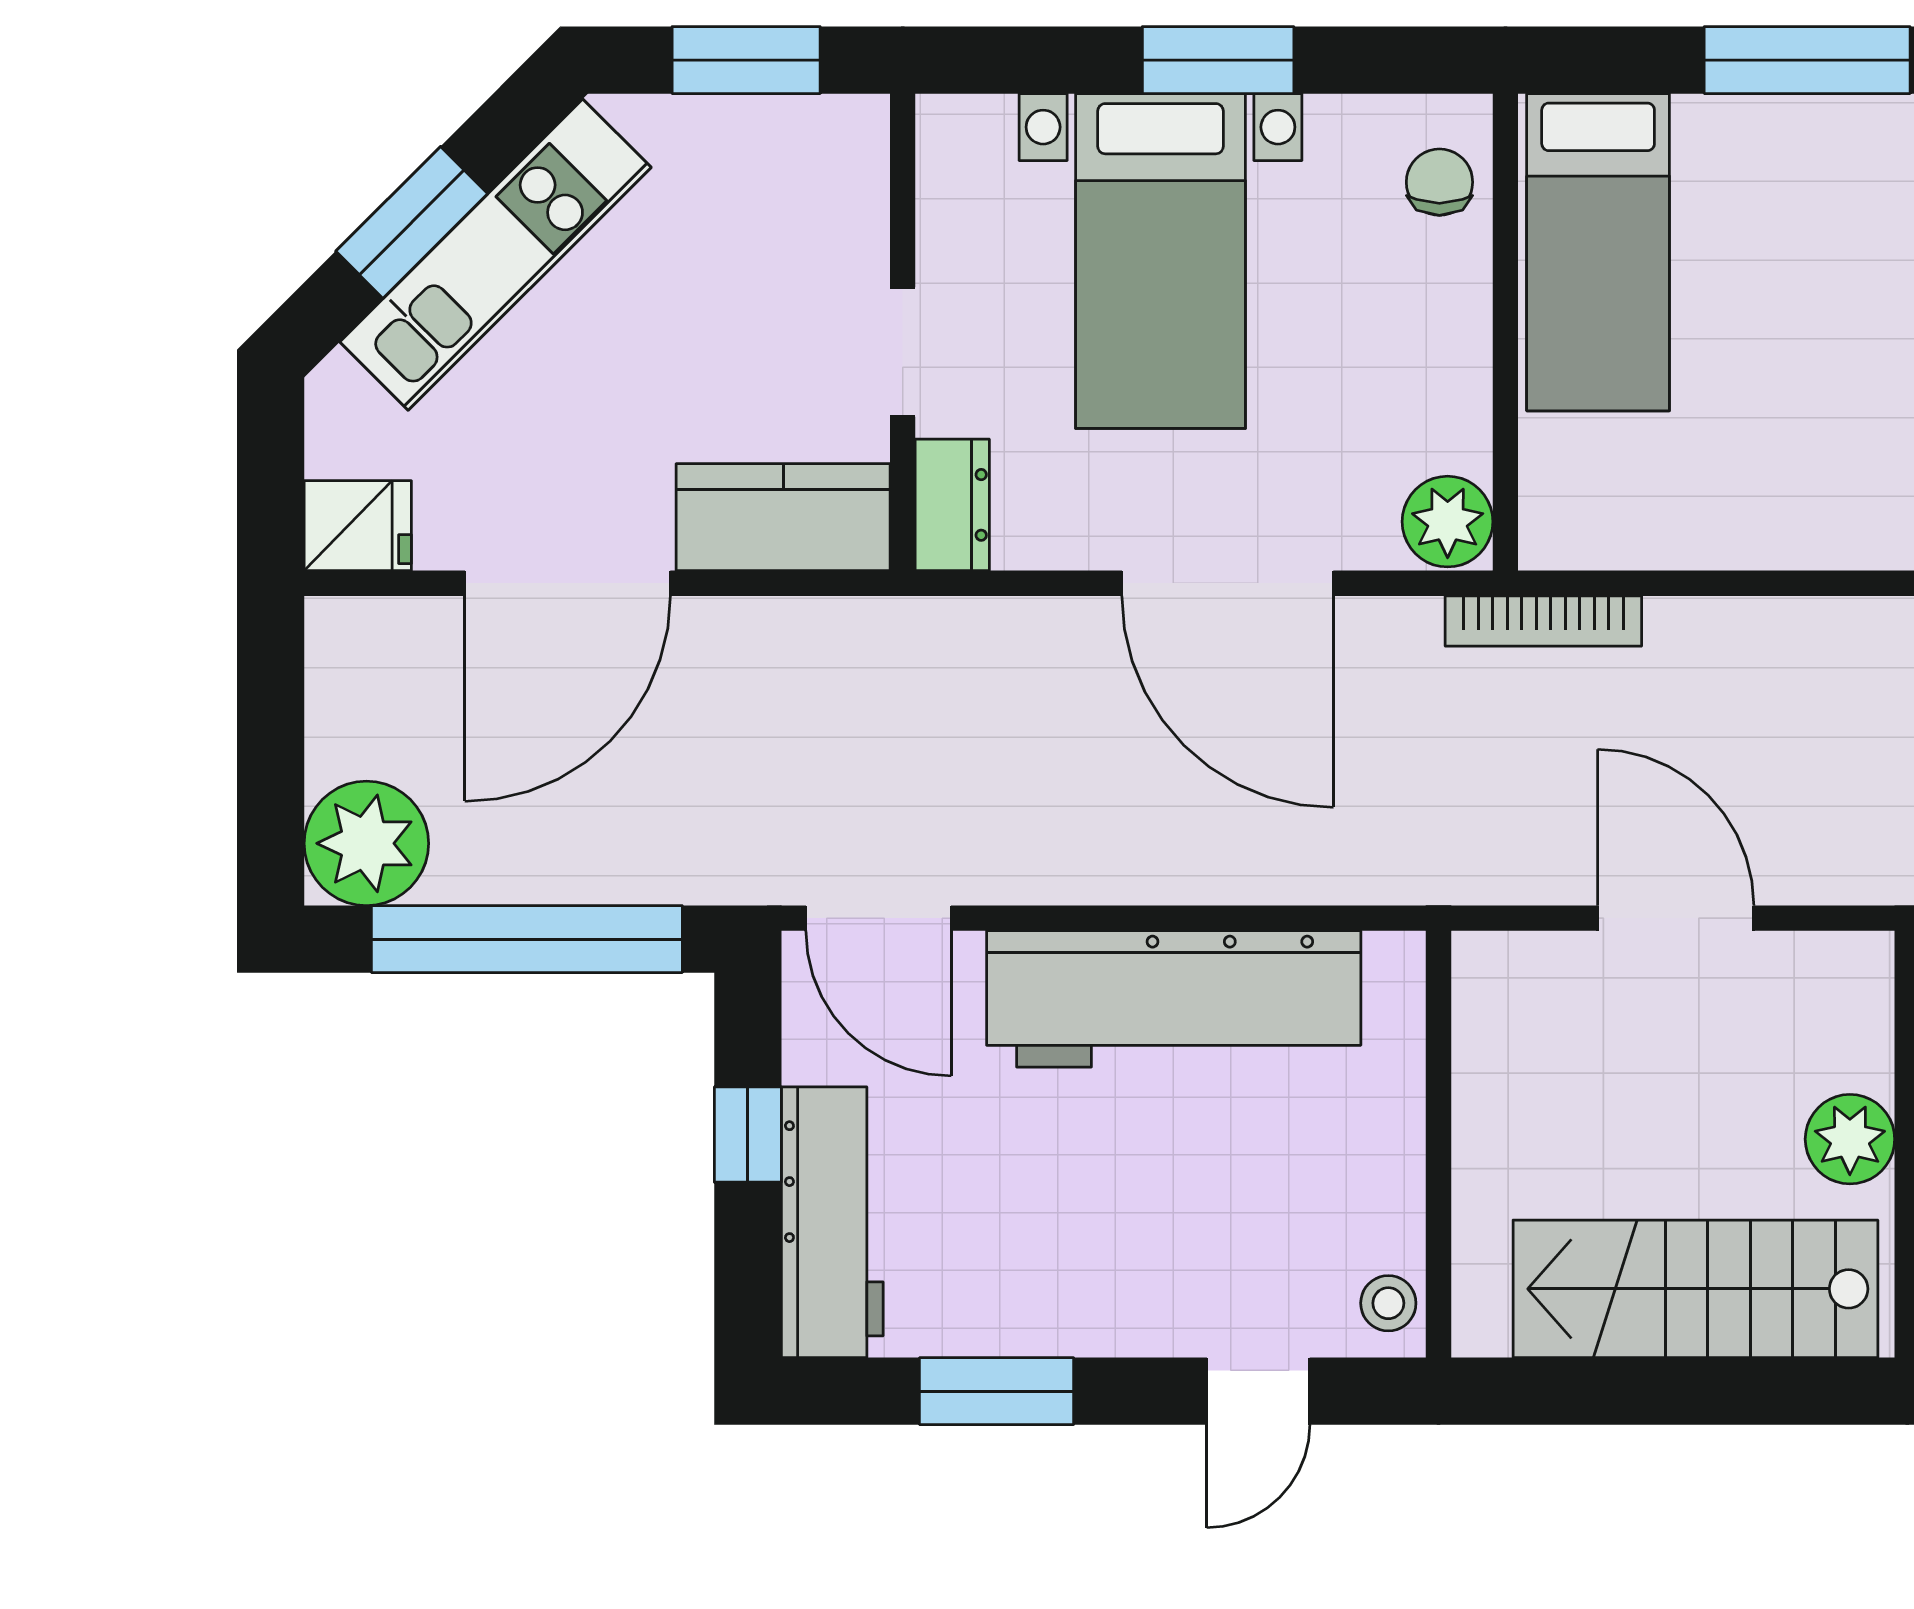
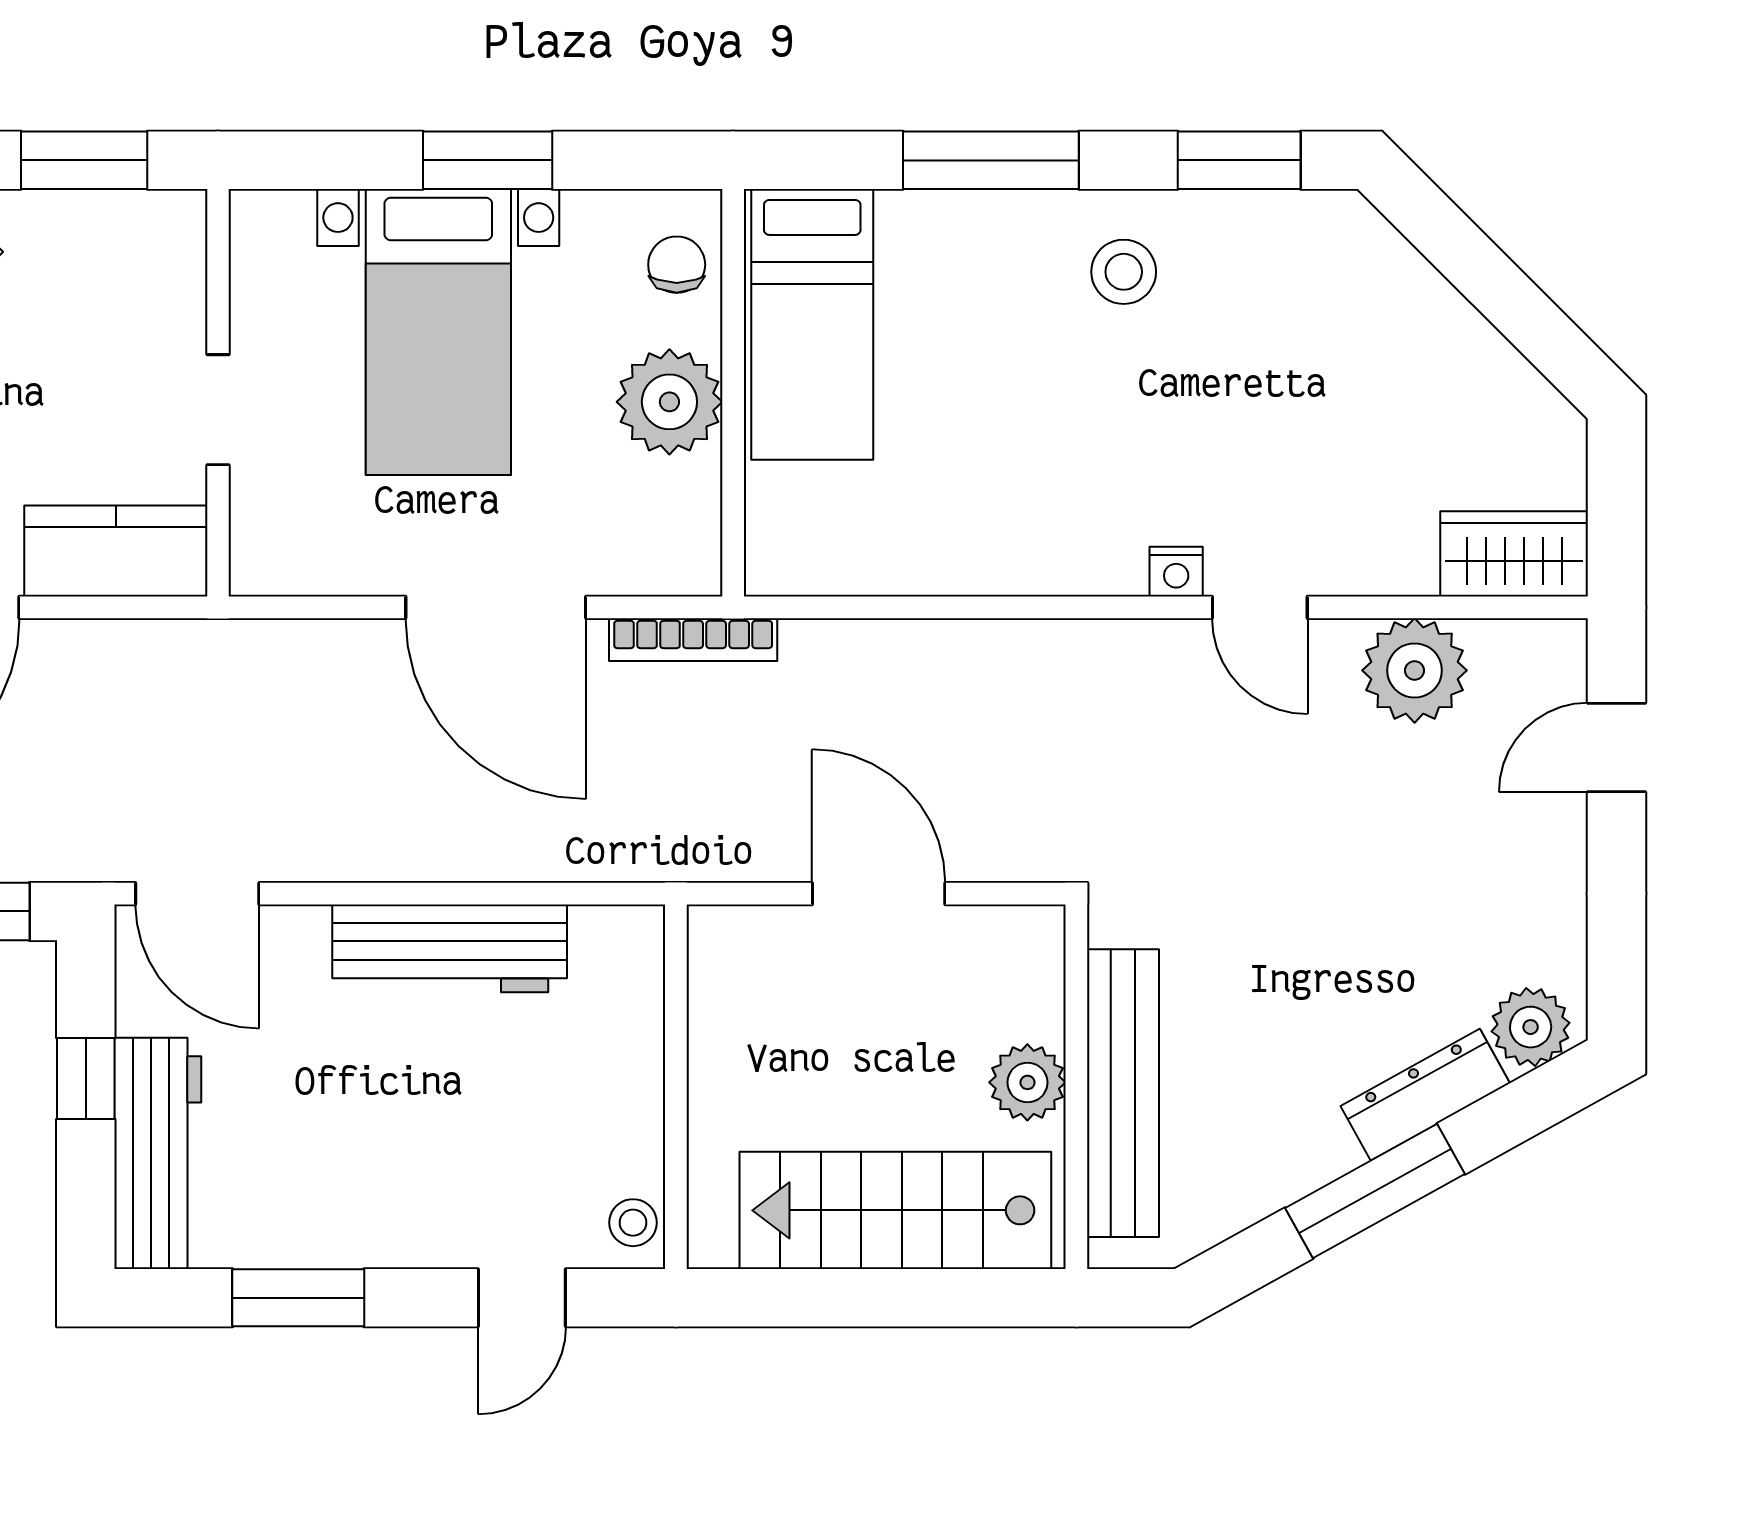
dresser: (952, 505) -> (260, 540), removed
plant: (1448, 522) -> (669, 402), moved, width x1.36, depth x1.36
bookcase: (1543, 621) -> (693, 640), moved
workbench: (1174, 999) -> (450, 948), width x0.73, depth x0.76

